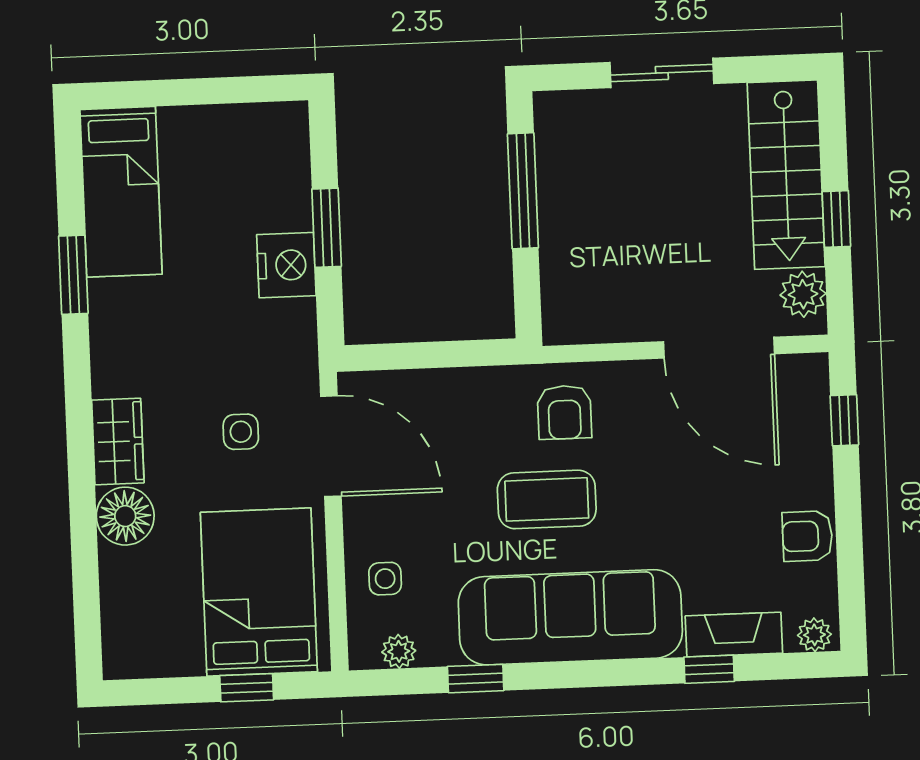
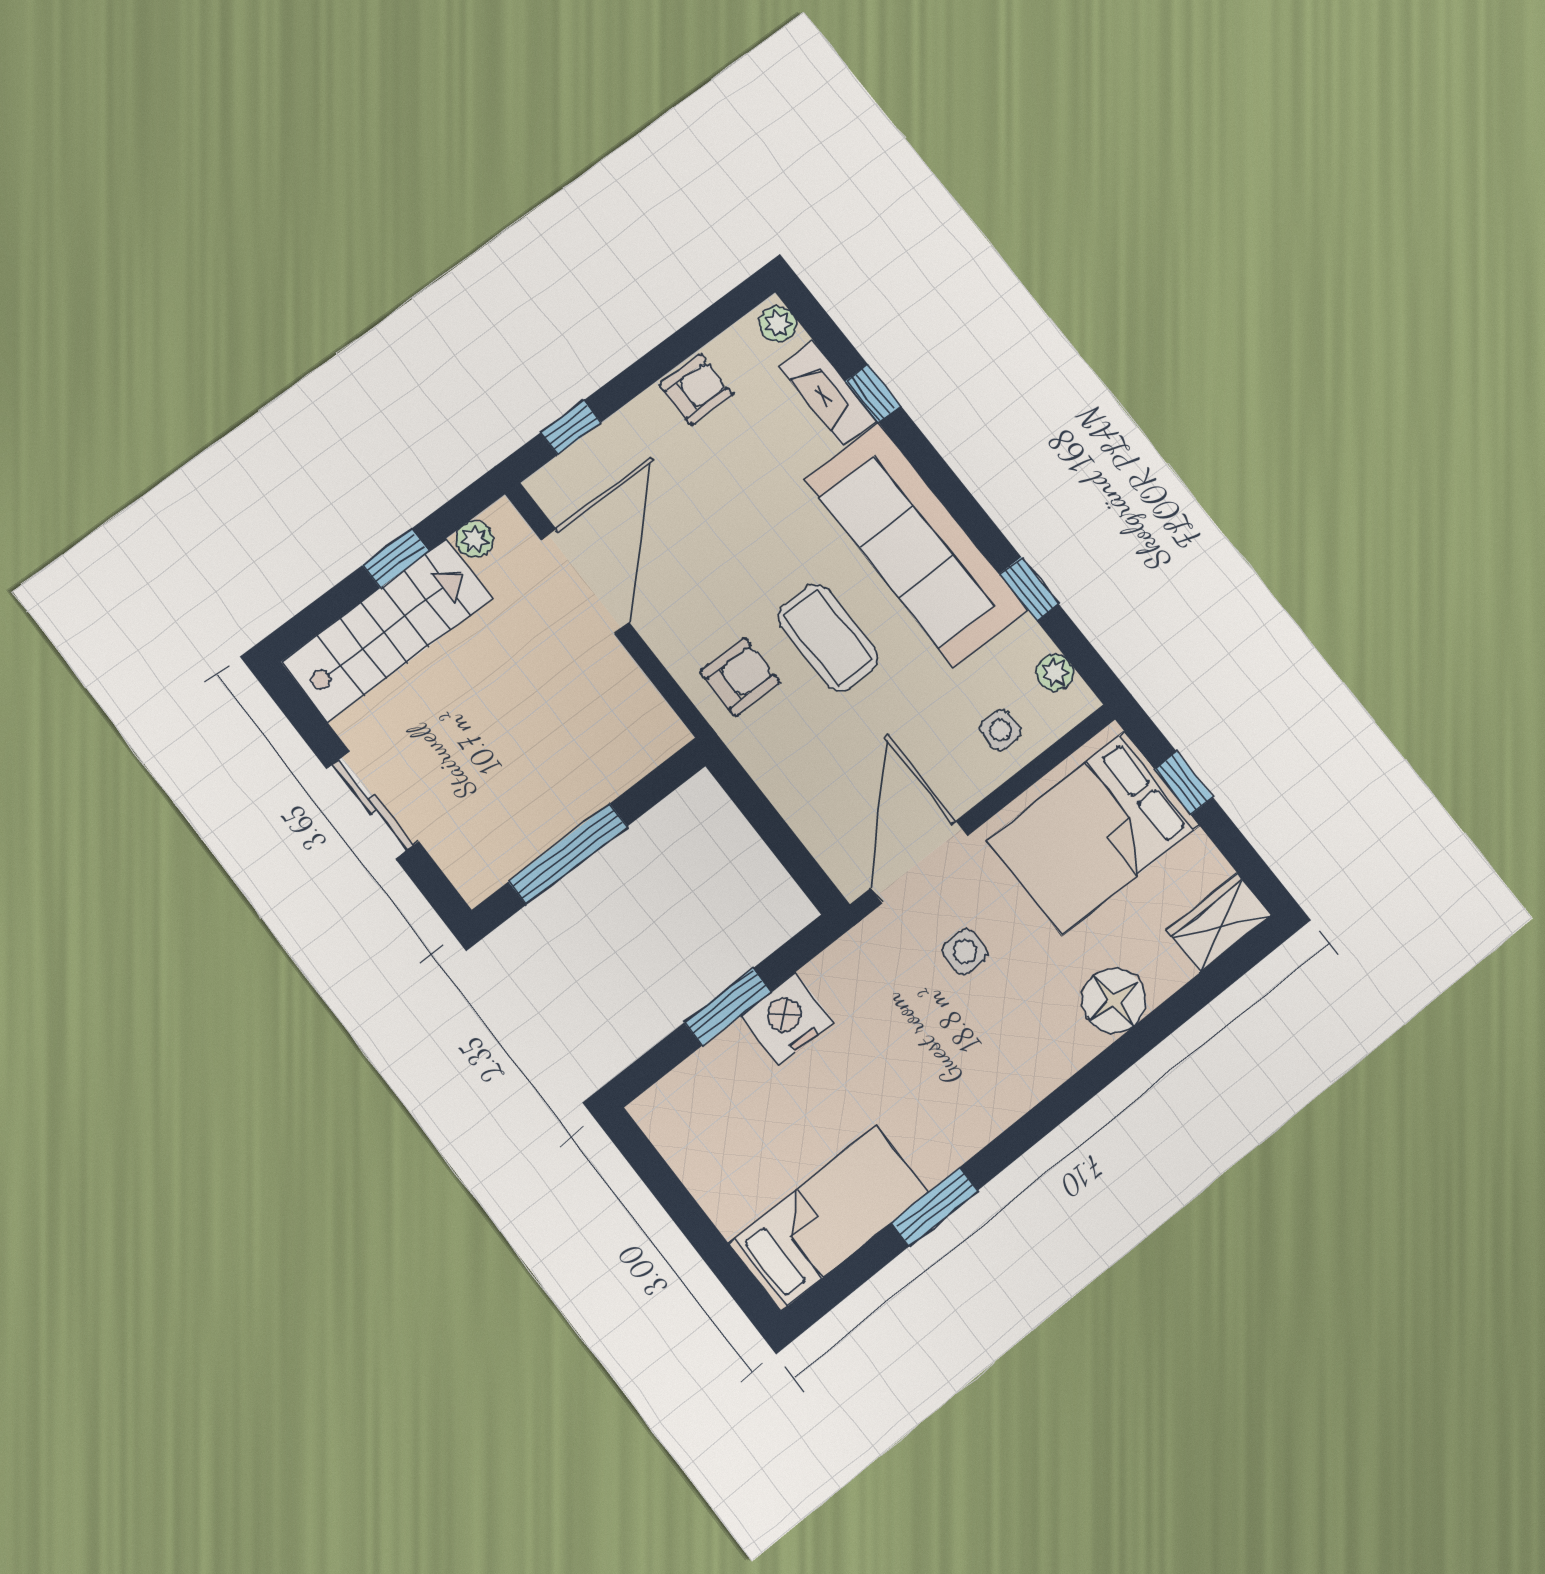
plant: (803, 294) -> (475, 539), width x0.73, depth x0.73
wardrobe: (118, 442) -> (1219, 922), moved
armchair: (807, 536) -> (696, 389), turned -90

